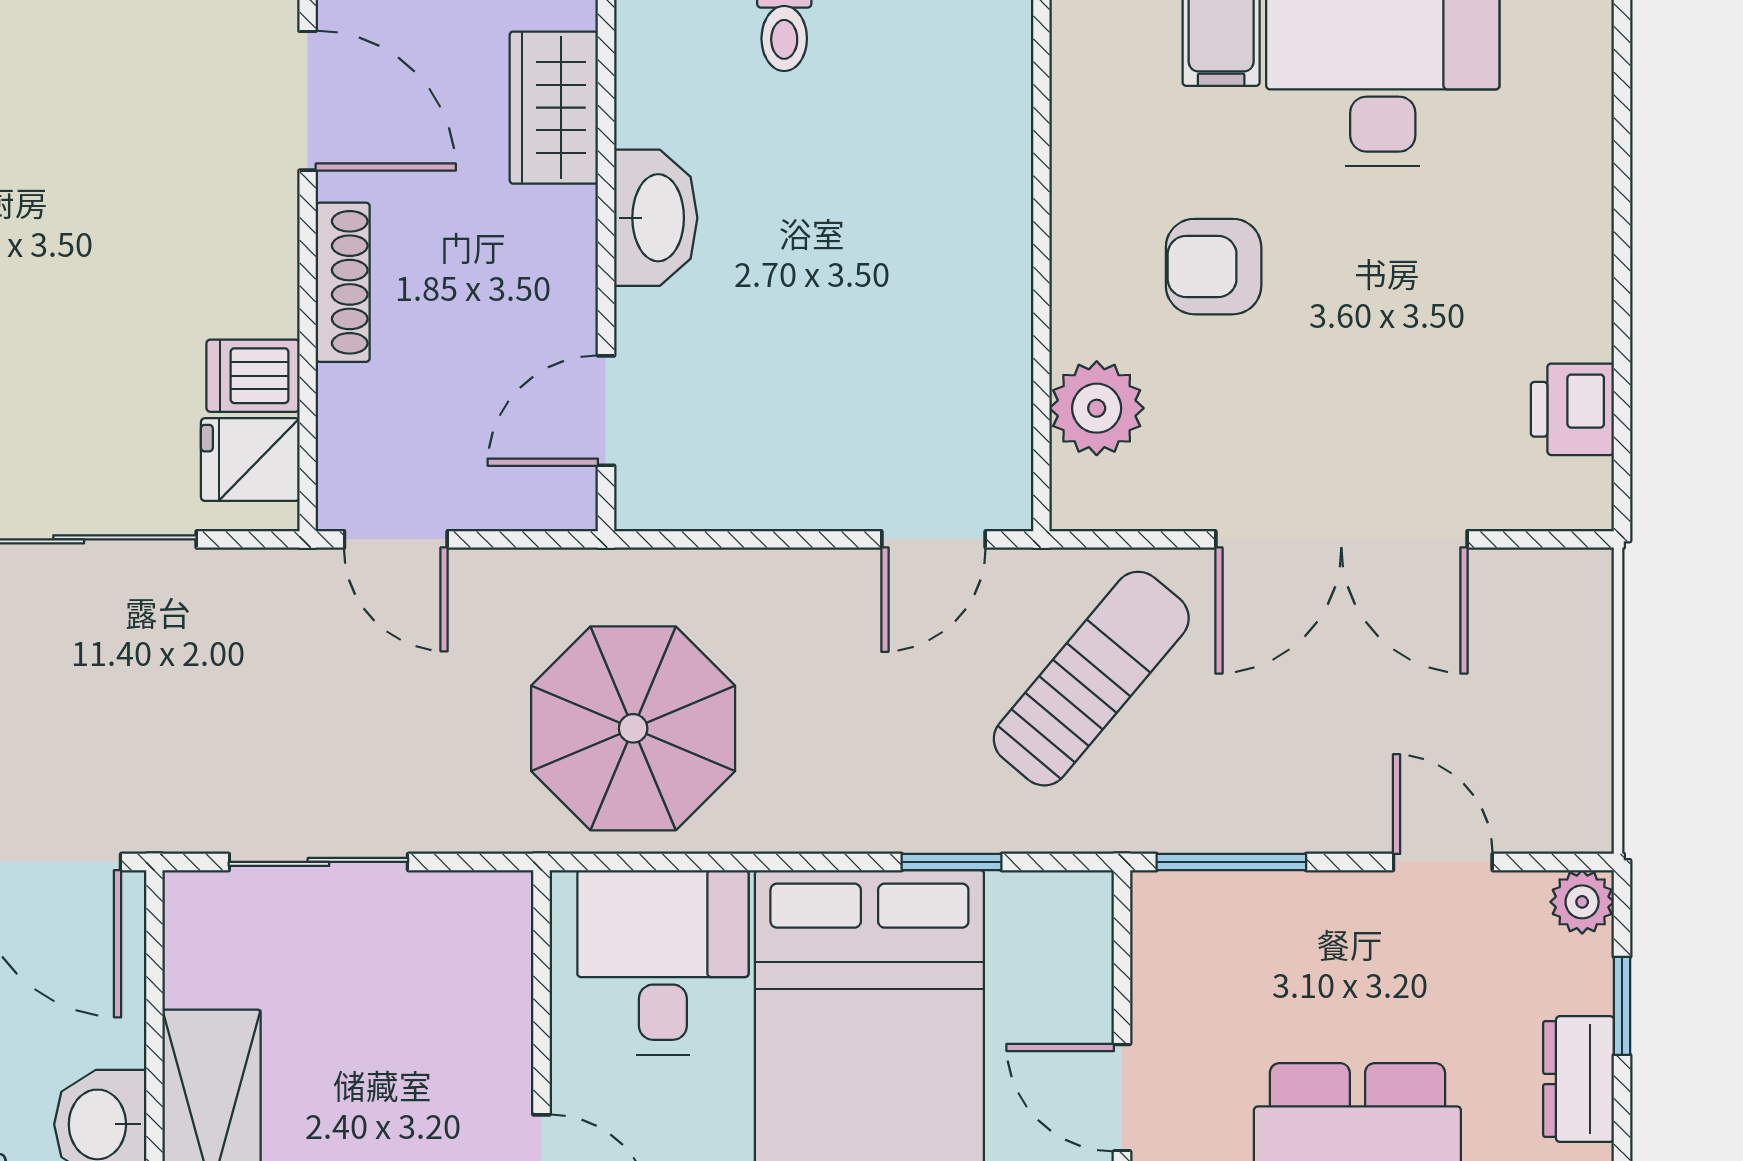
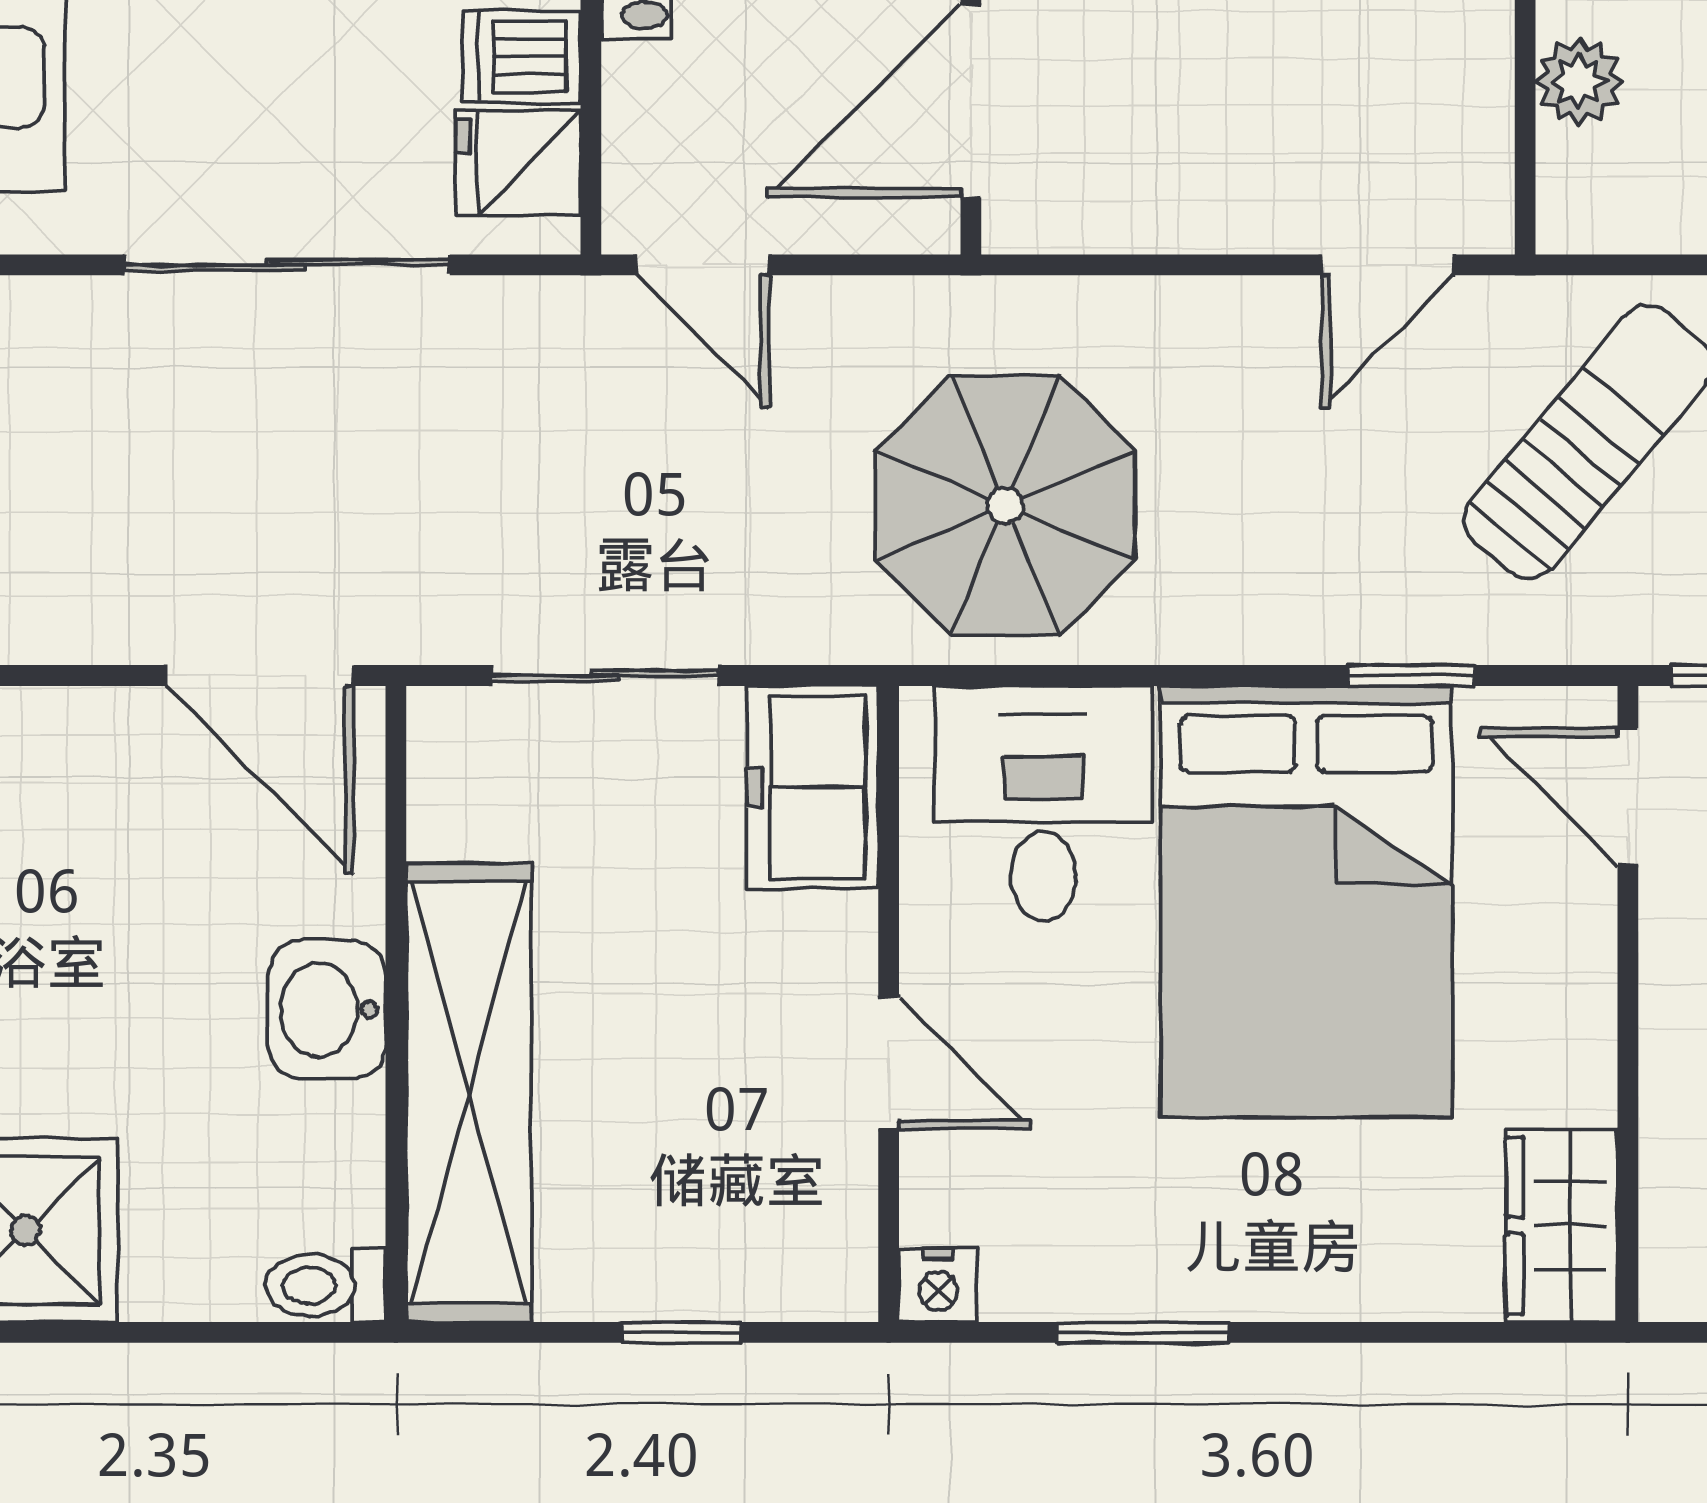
plant: (1097, 408) -> (1579, 81), width x0.73, depth x0.73
door: (606, 411) -> (971, 101), width x1.37
freezer: (482, 950) -> (812, 787), added
door: (1122, 1098) -> (1628, 797), moved

